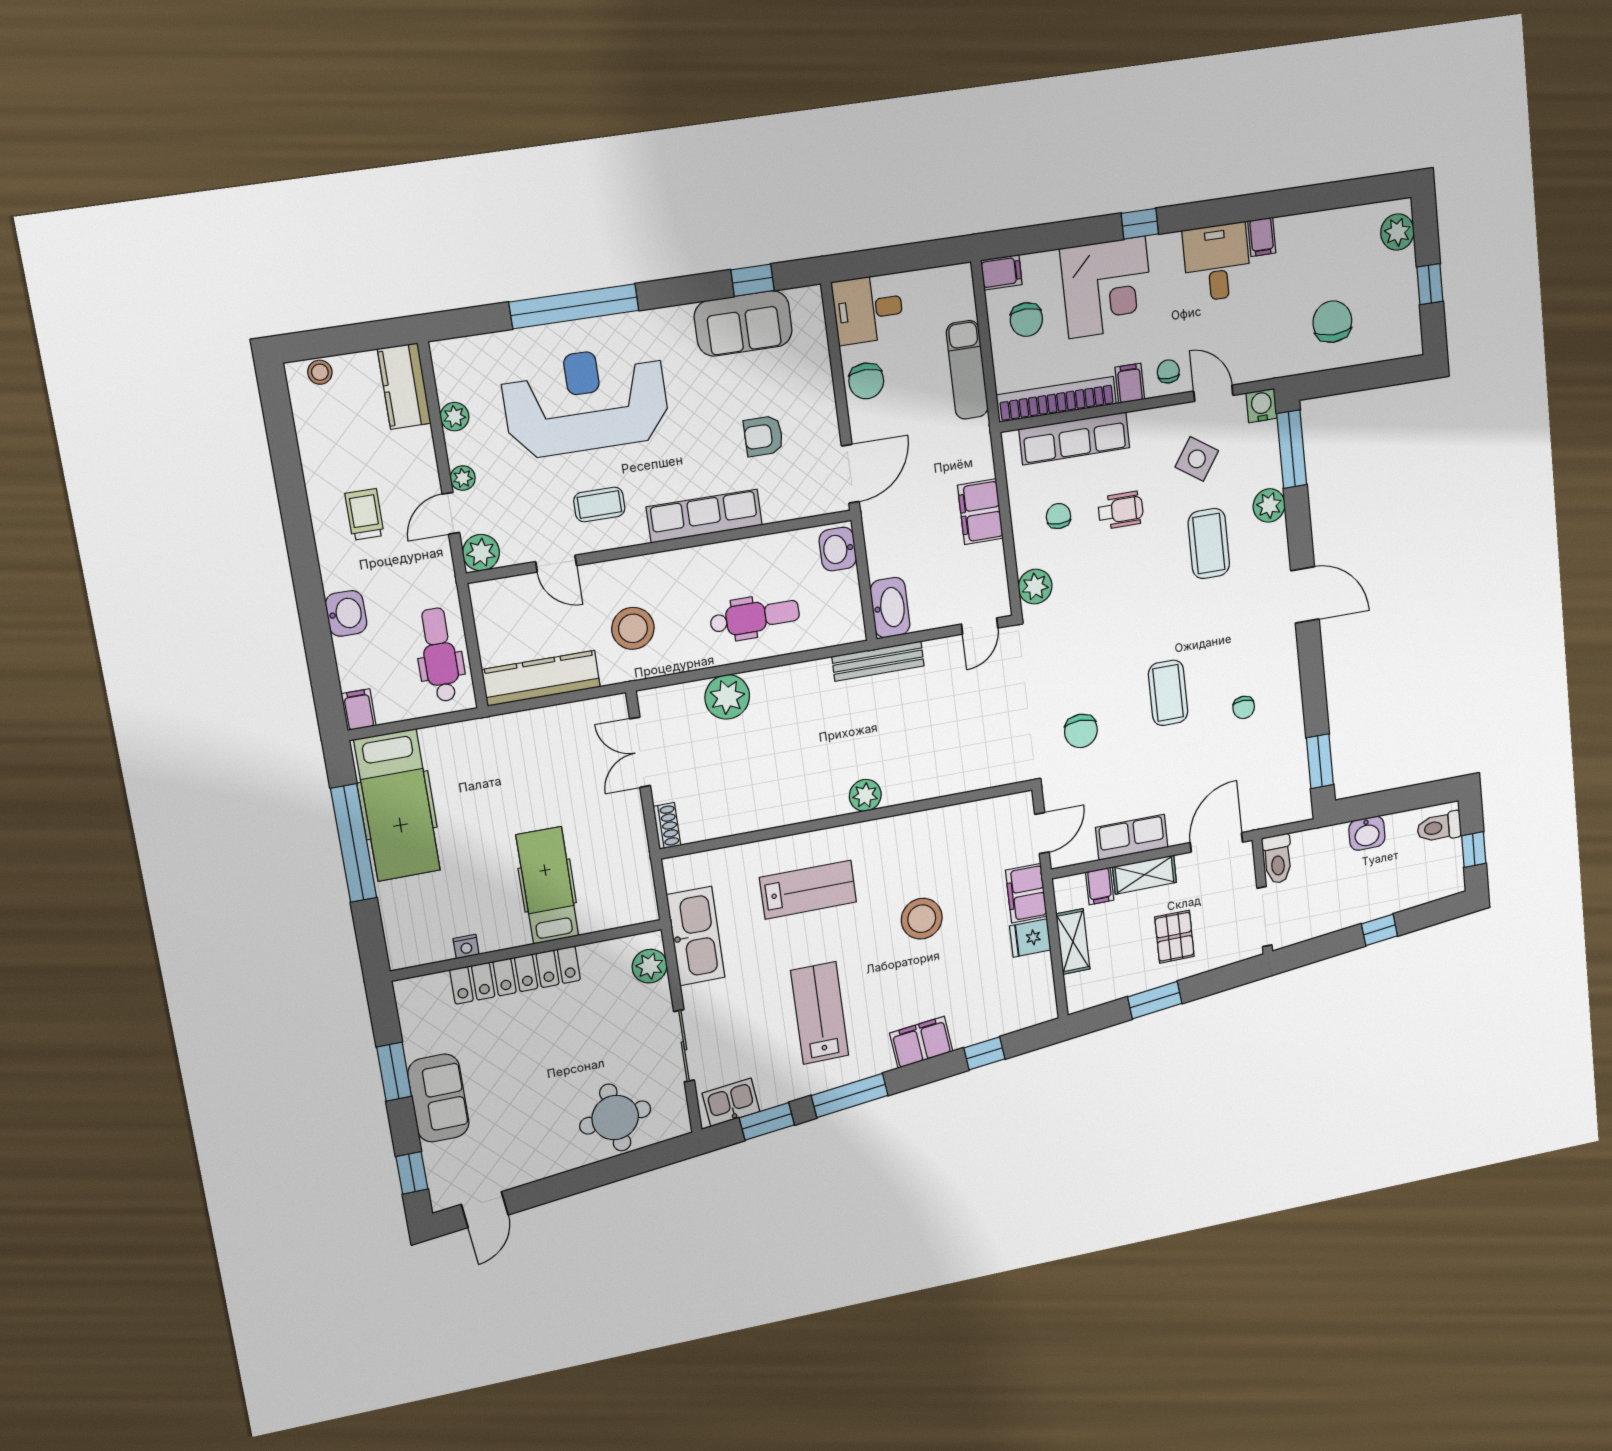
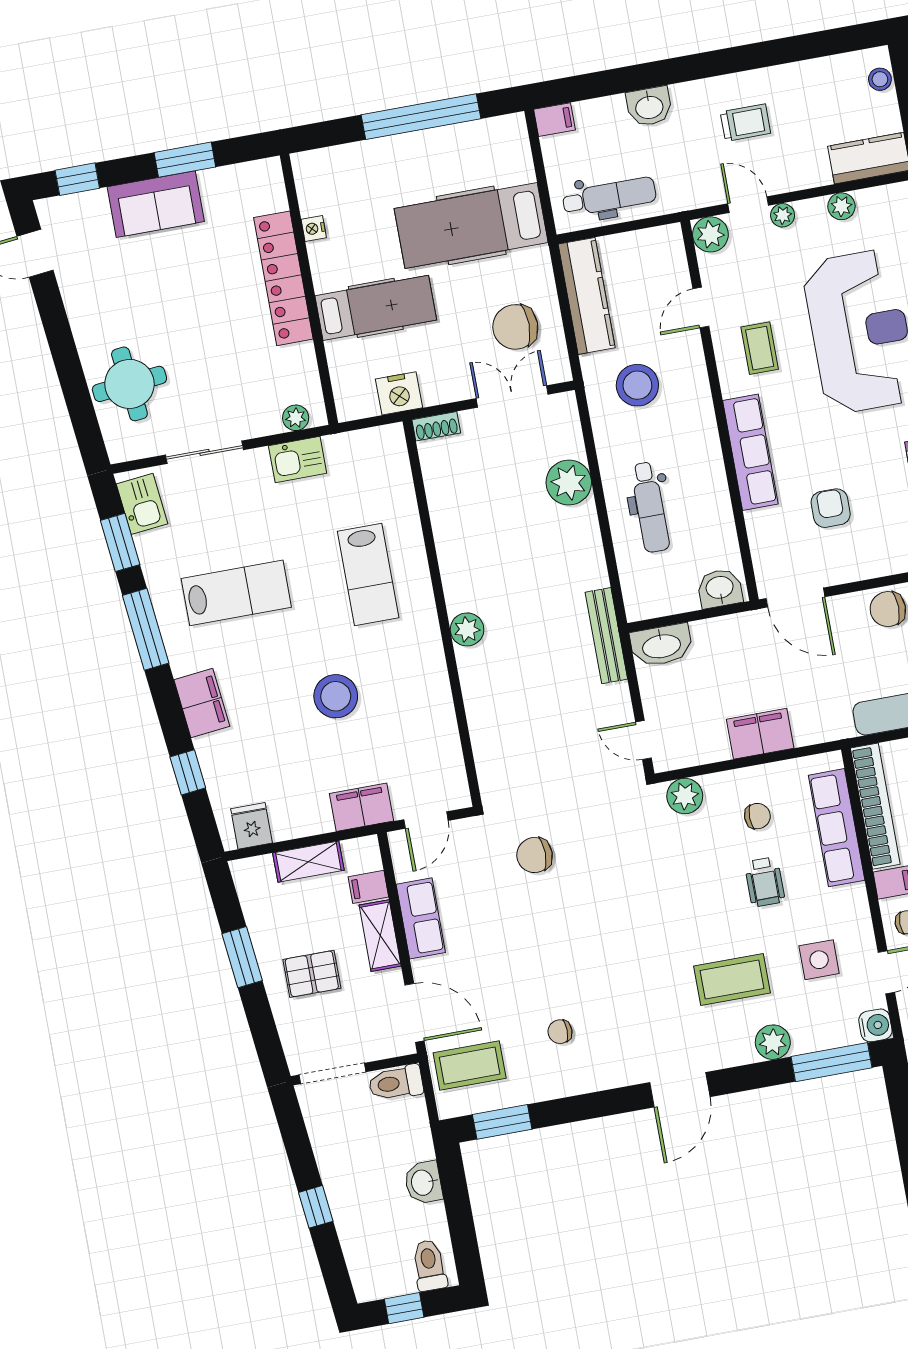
side table: (1197, 459) -> (819, 960), turned -34
coffee table: (1168, 693) -> (470, 1066), moved
chair: (570, 749) -> (515, 327), added
hospital bed: (397, 805) -> (471, 225), moved
door: (1042, 833) -> (426, 820), hinge flipped
nightstand: (633, 862) -> (399, 393), added
kitchen sink: (696, 936) -> (298, 460), width x0.53, depth x0.81
fridge: (1030, 938) -> (252, 826), moved
plant: (650, 966) -> (296, 418), width x0.73, depth x0.73

